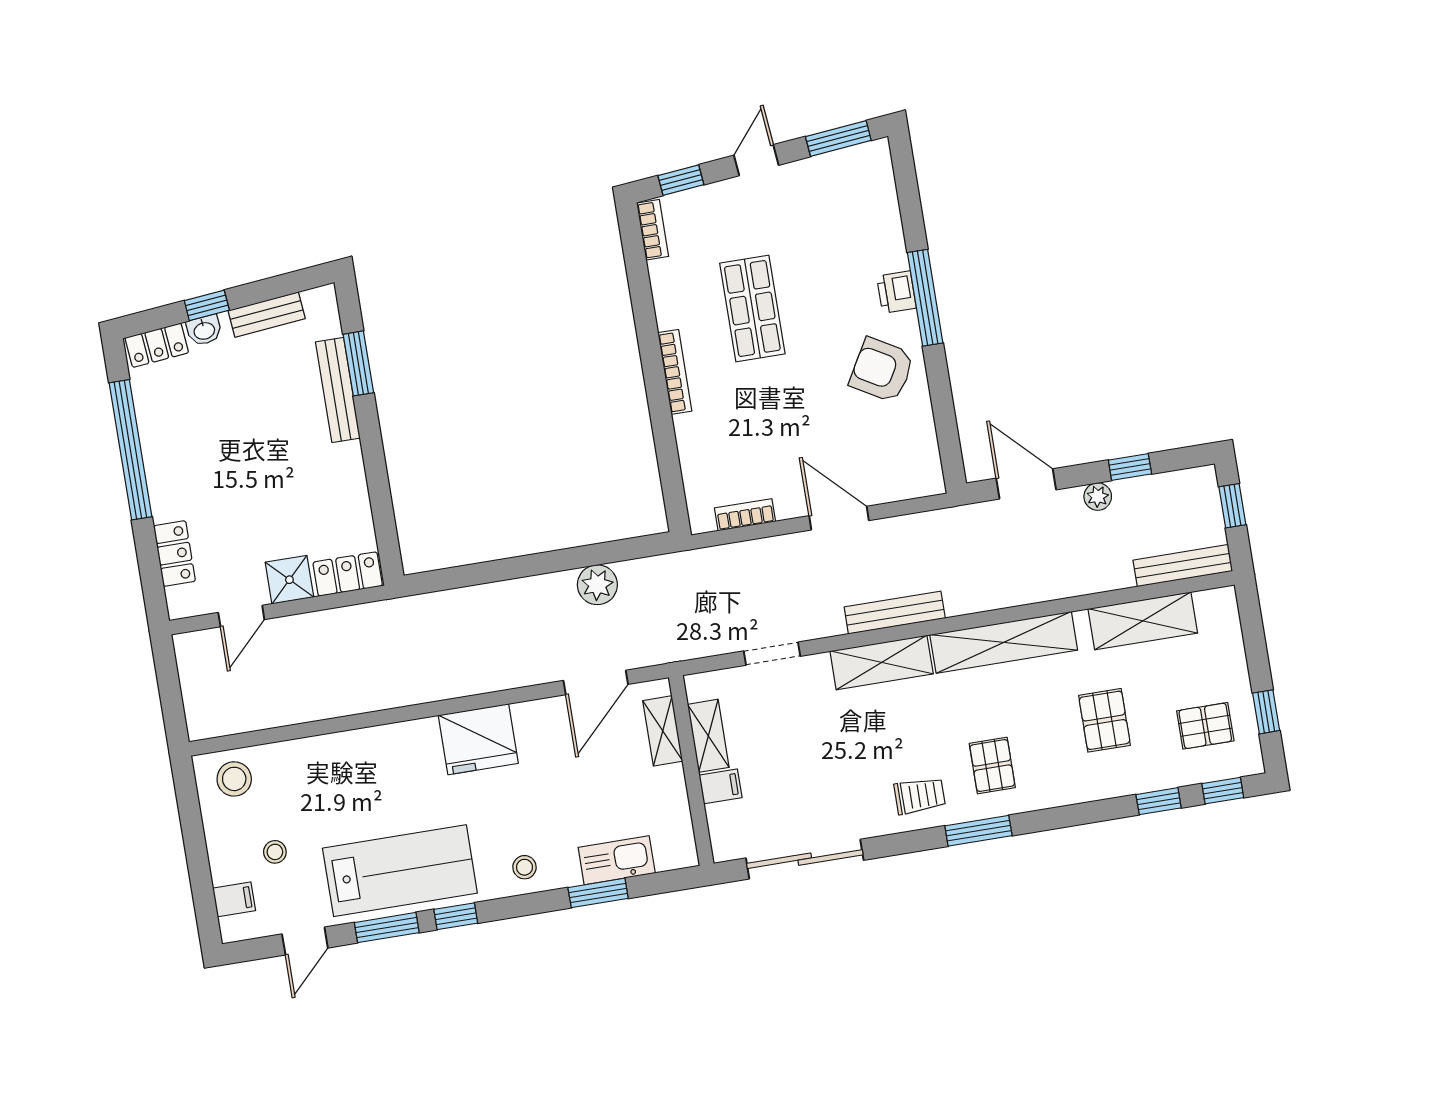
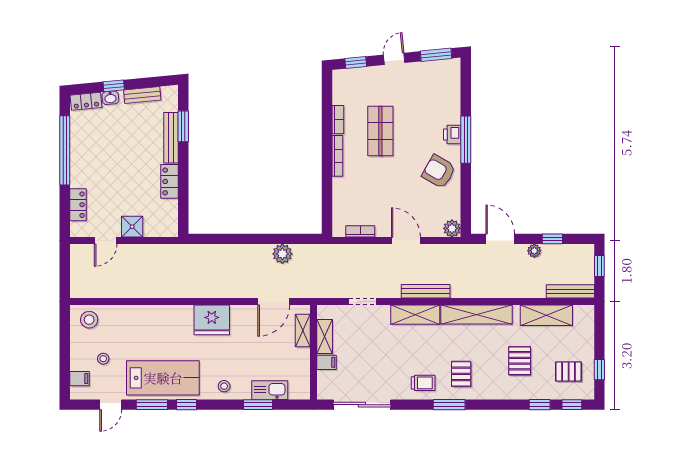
bookcase: (653, 230) -> (338, 120), moved
plant: (927, 479) -> (452, 228), added
locker: (348, 574) -> (169, 181), moved, turned -90

